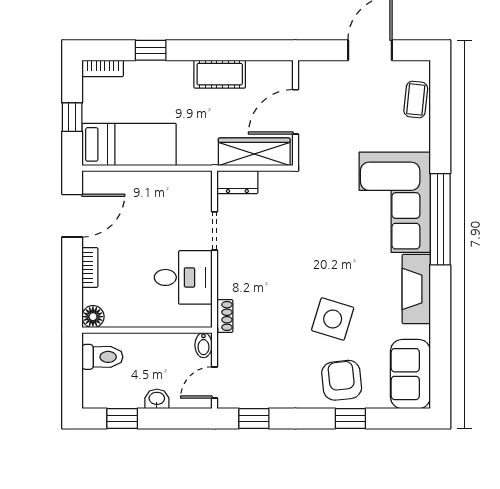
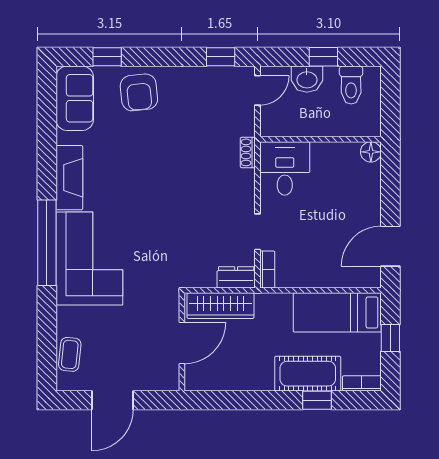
cot: (220, 74) -> (308, 374), moved, width x1.37, depth x1.34
bookcase: (90, 268) -> (267, 269), moved, turned 180
desk: (183, 277) -> (285, 168), moved, turned 90
side table: (333, 319) -> (147, 150), removed
bidet: (203, 345) -> (268, 125), removed
toilet: (102, 357) -> (351, 85), moved, turned -90
washbasin: (157, 399) -> (307, 79), width x1.38, depth x1.45
window: (122, 419) -> (323, 57), moved
window: (350, 419) -> (107, 57), moved

